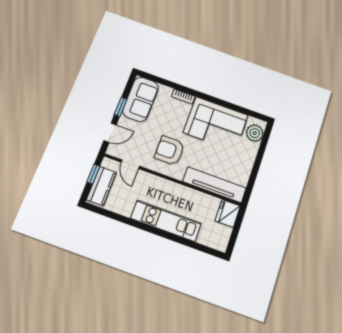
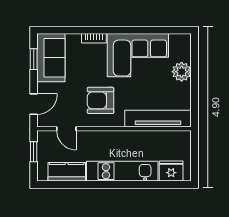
window: (121, 107) -> (34, 59), moved
plant: (255, 133) -> (182, 72), moved
kitchen counter: (101, 186) -> (67, 172), moved, turned -90
fridge: (228, 213) -> (171, 171), moved, turned 90

